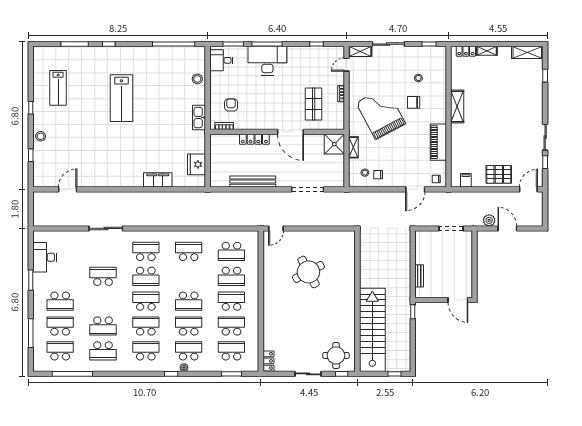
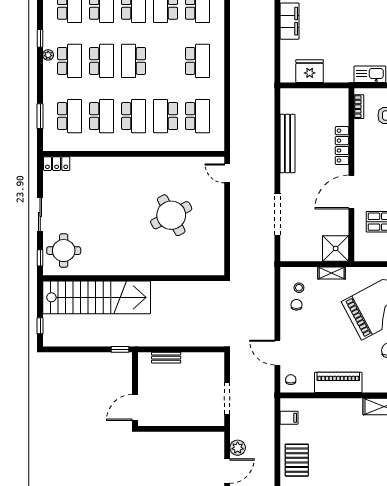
school desk: (231, 251) -> (198, 116), turned 180

